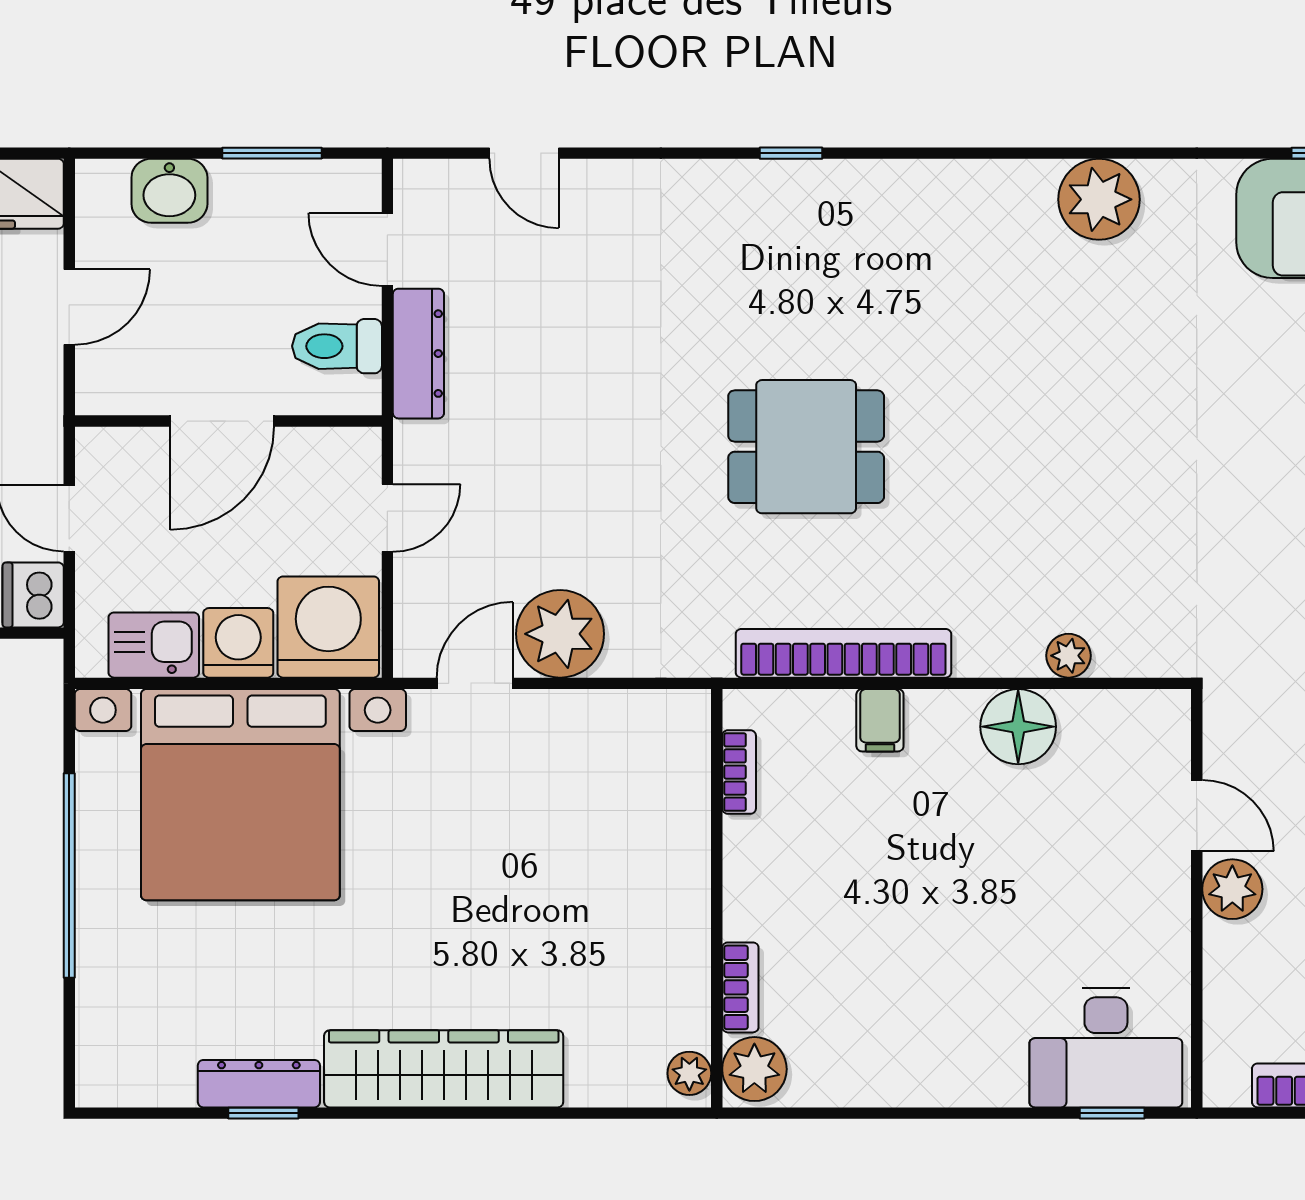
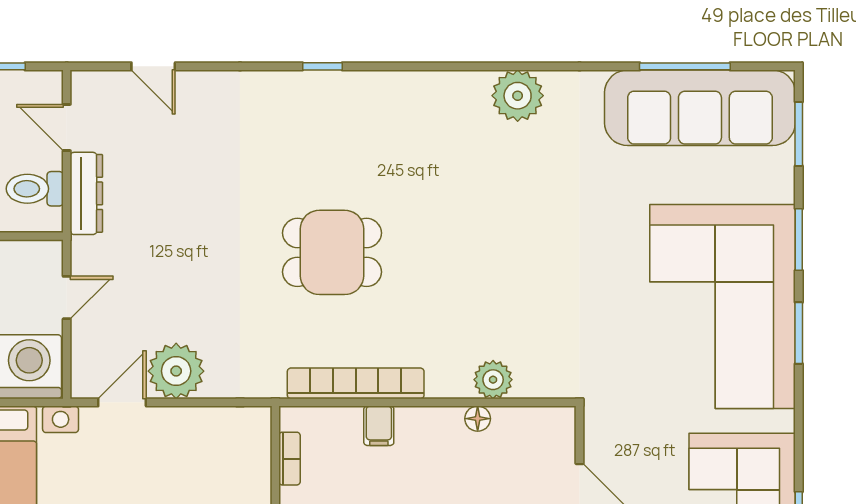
plant: (1069, 656) -> (493, 380), width x1.38, depth x1.38
floor lamp: (1018, 727) -> (478, 419), width x0.53, depth x0.53

